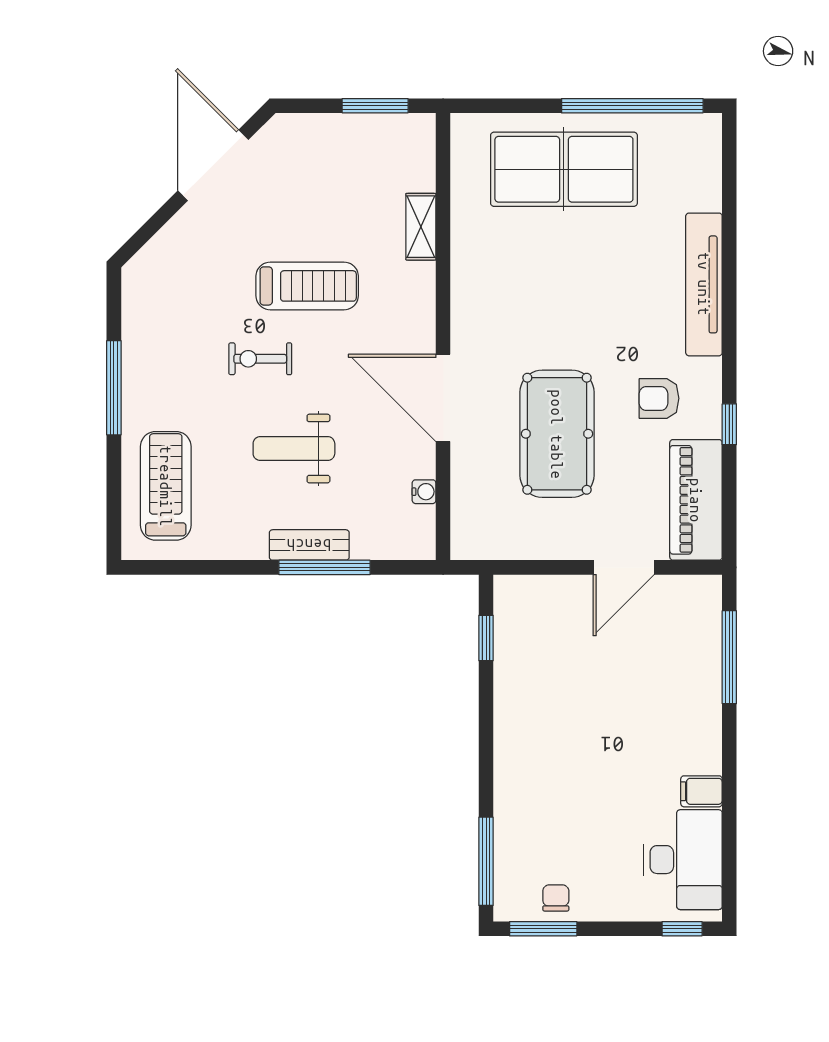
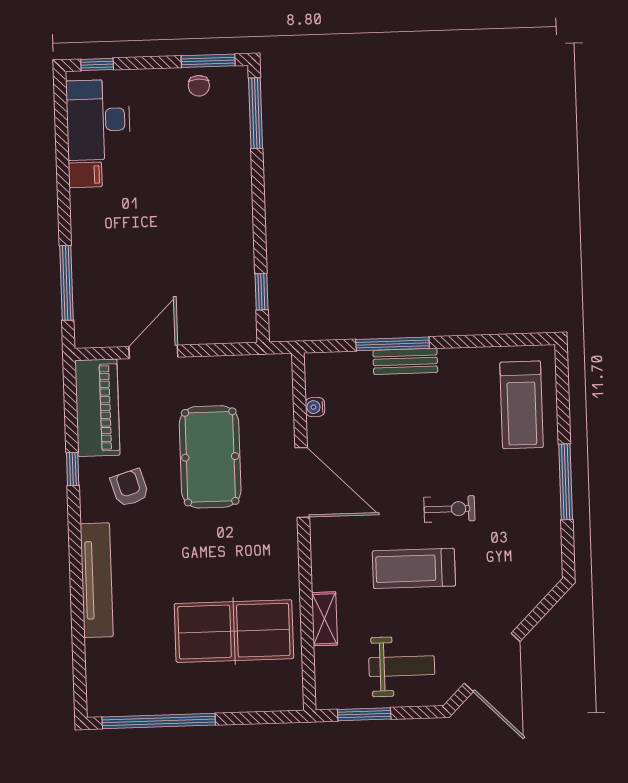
table tennis table: (564, 169) -> (234, 631), moved
armchair: (659, 398) -> (130, 488), turned -107
weight bench: (294, 449) -> (402, 666), moved

